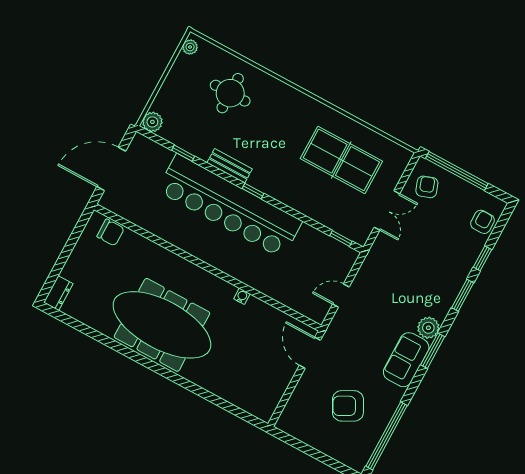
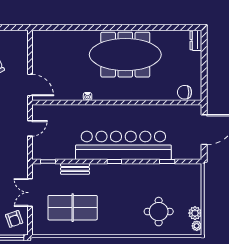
plant: (152, 122) -> (195, 213), moved
bench: (230, 166) -> (75, 169), moved

